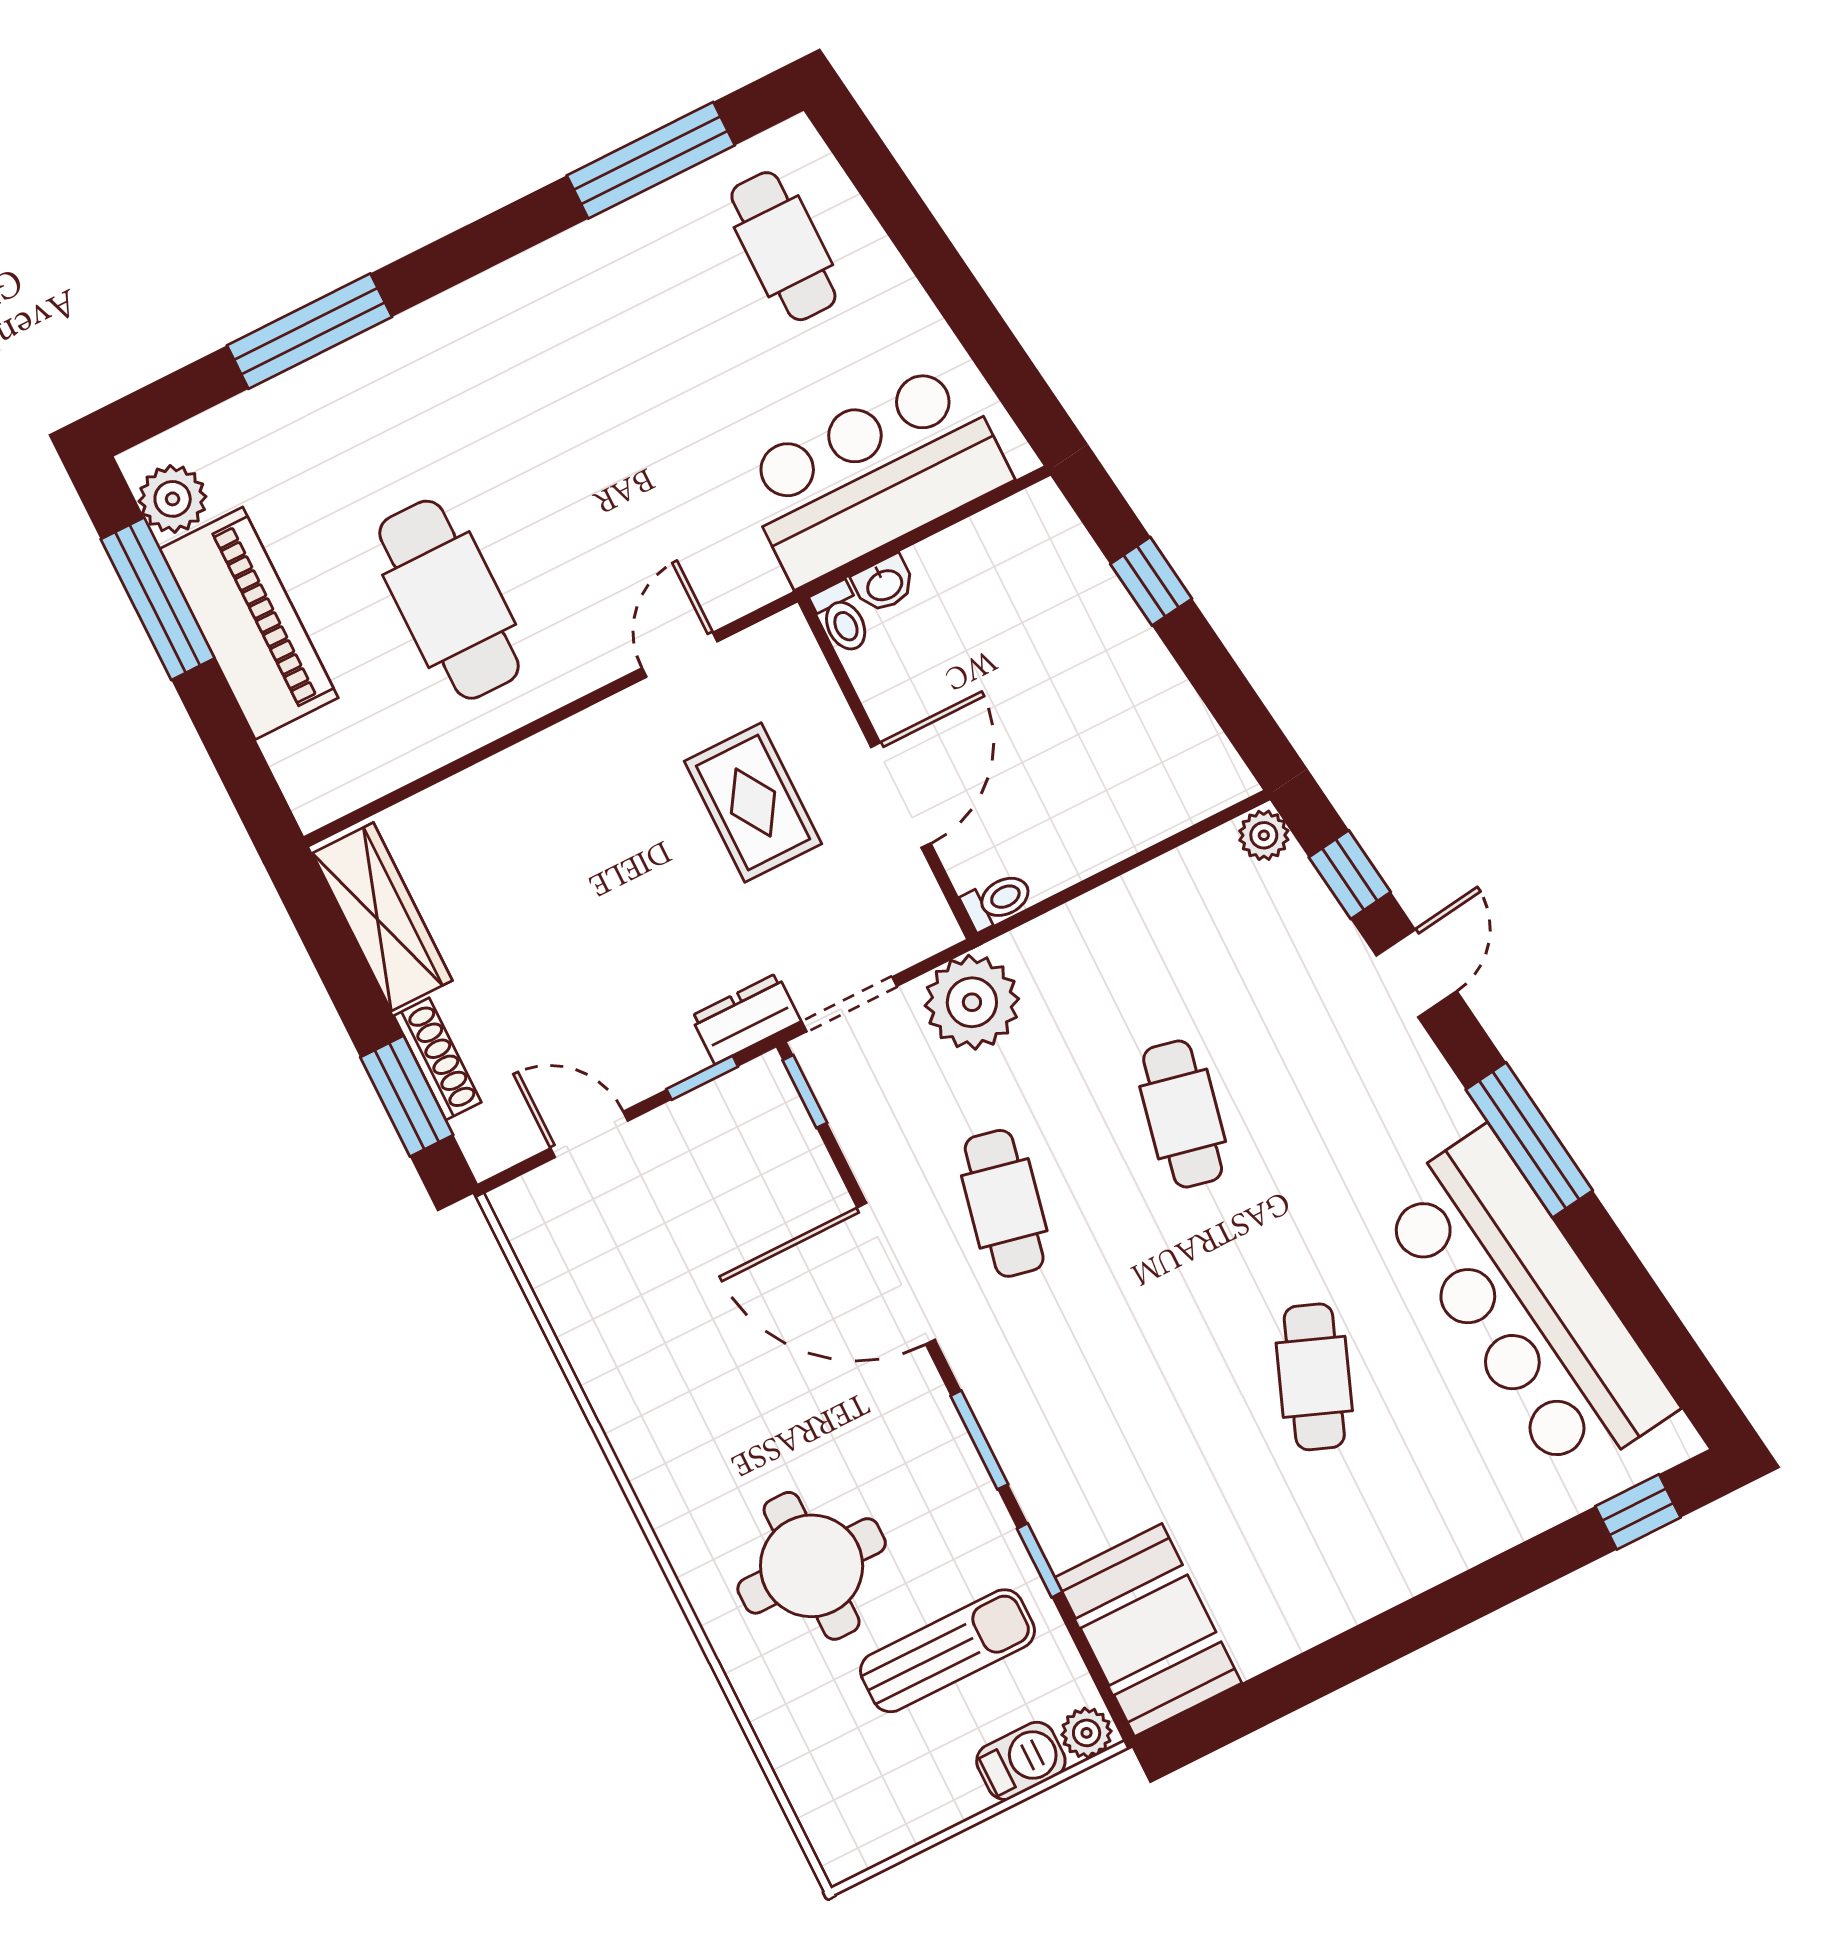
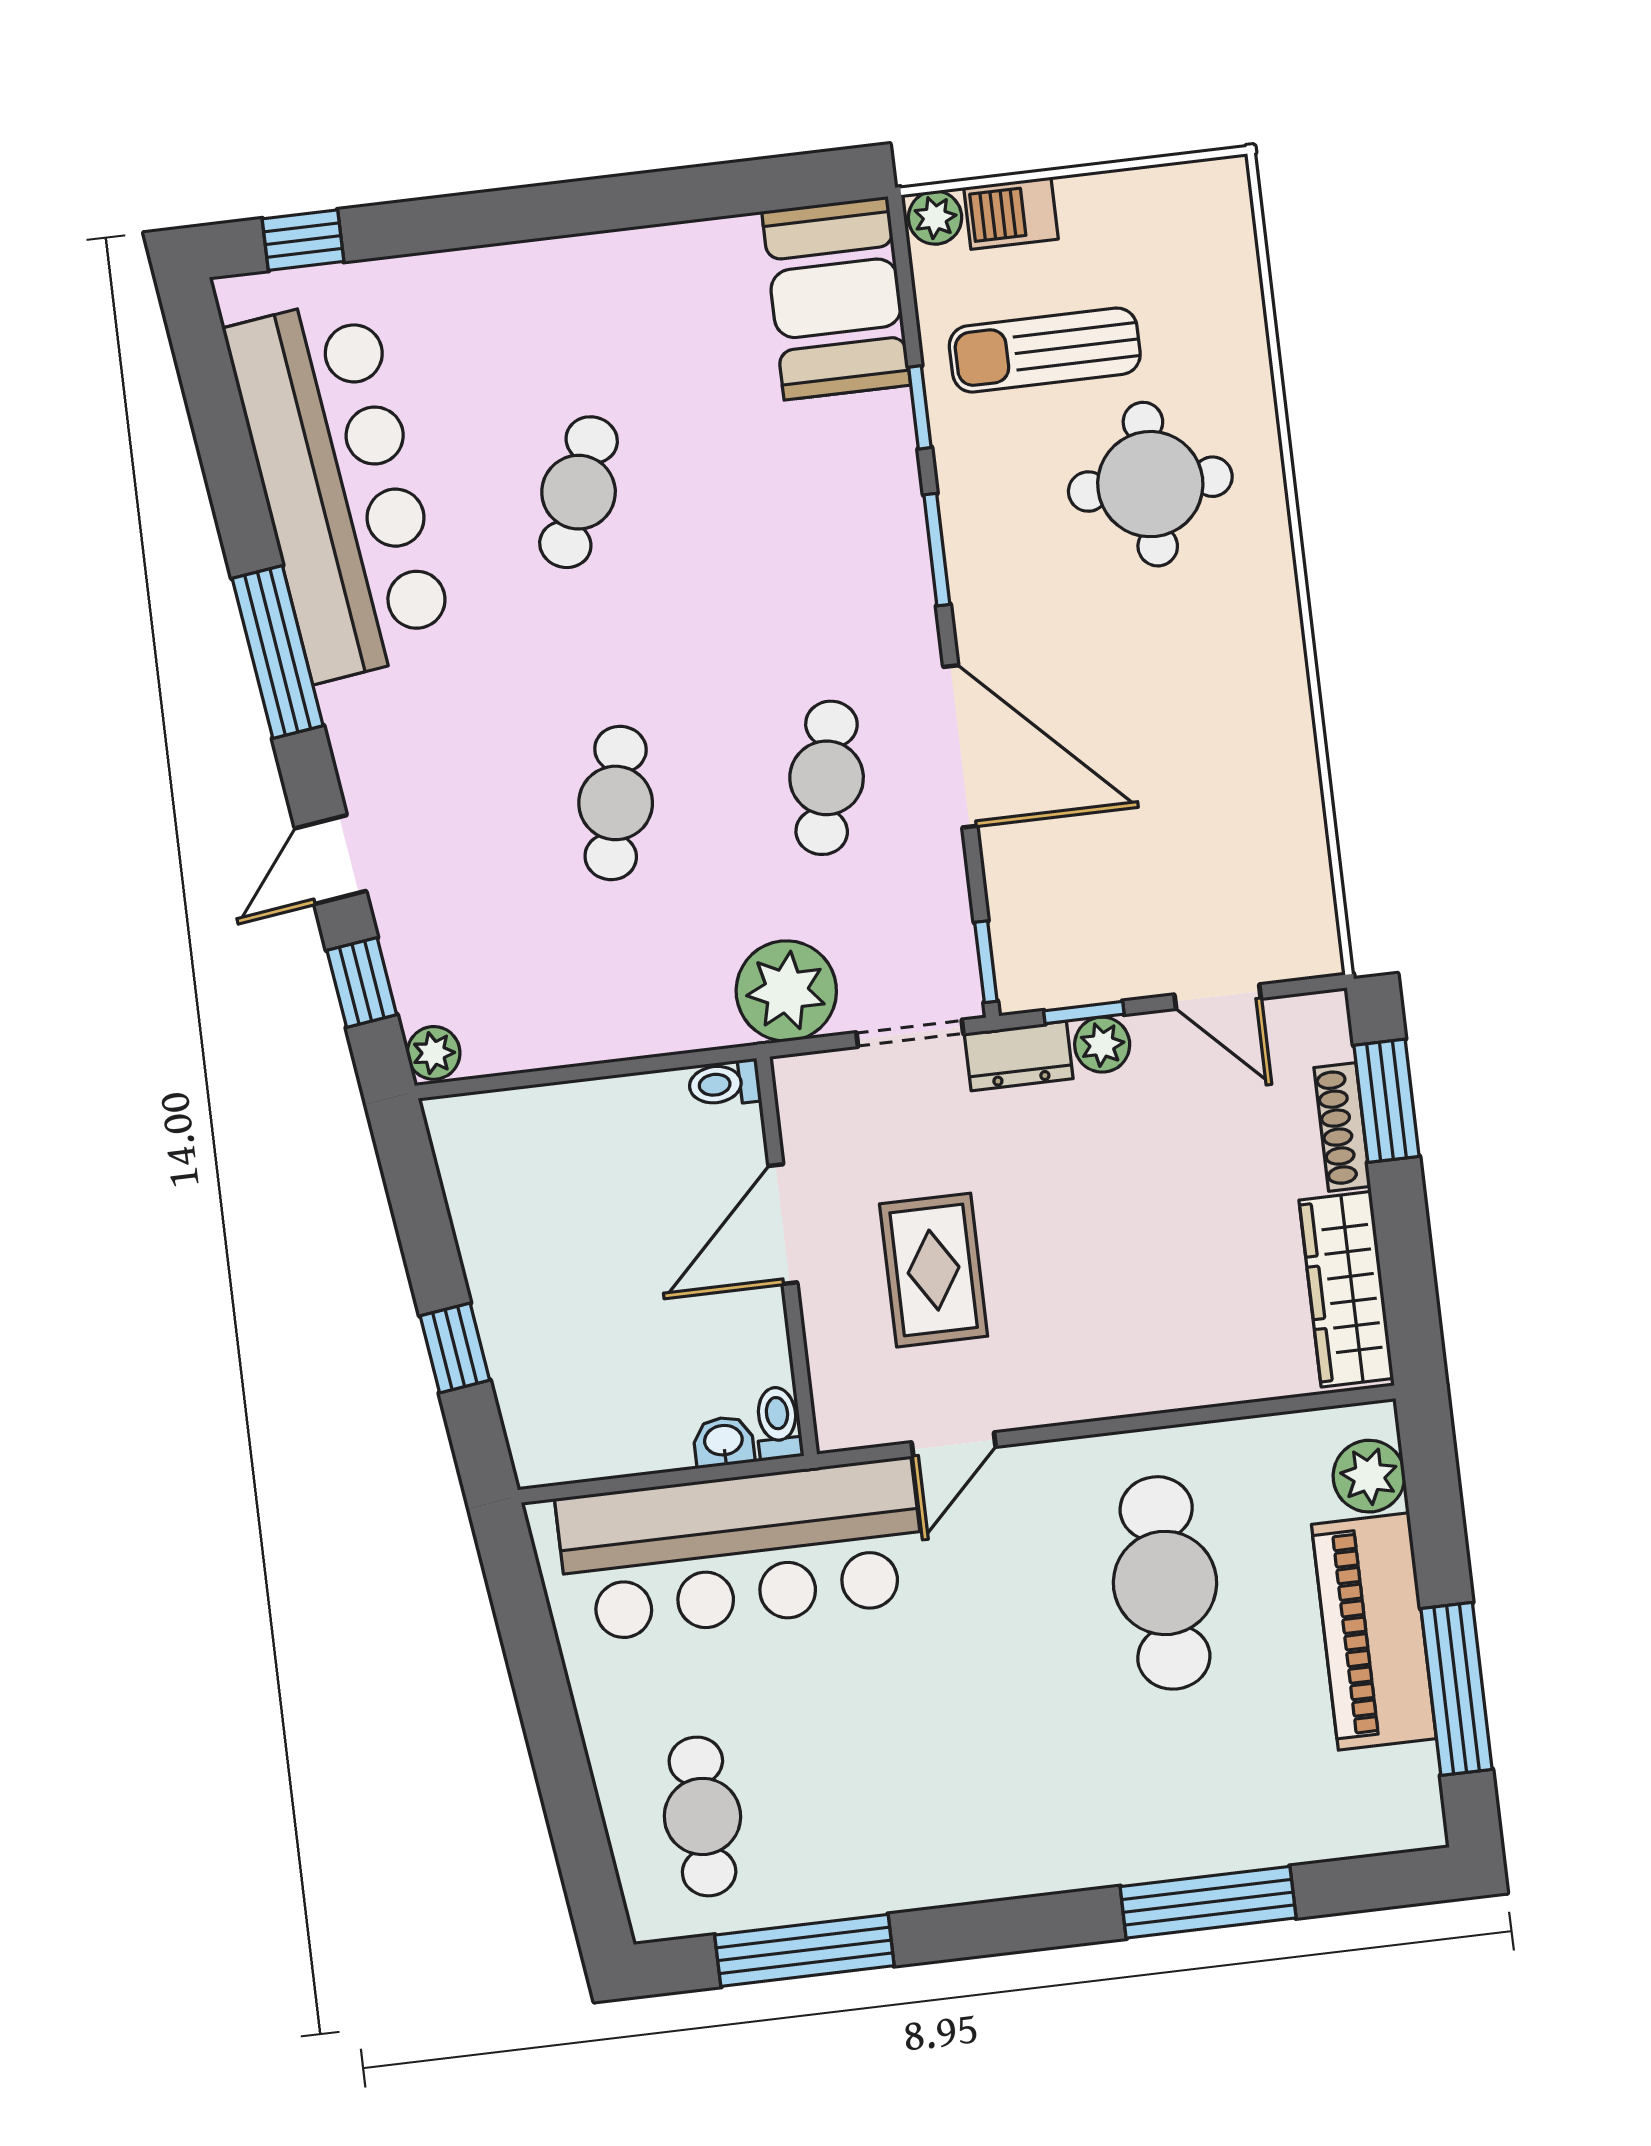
bar counter: (874, 474) -> (741, 1550), width x1.36
plant: (173, 499) -> (1369, 1476), moved
plant: (676, 1055) -> (1102, 1045), added

